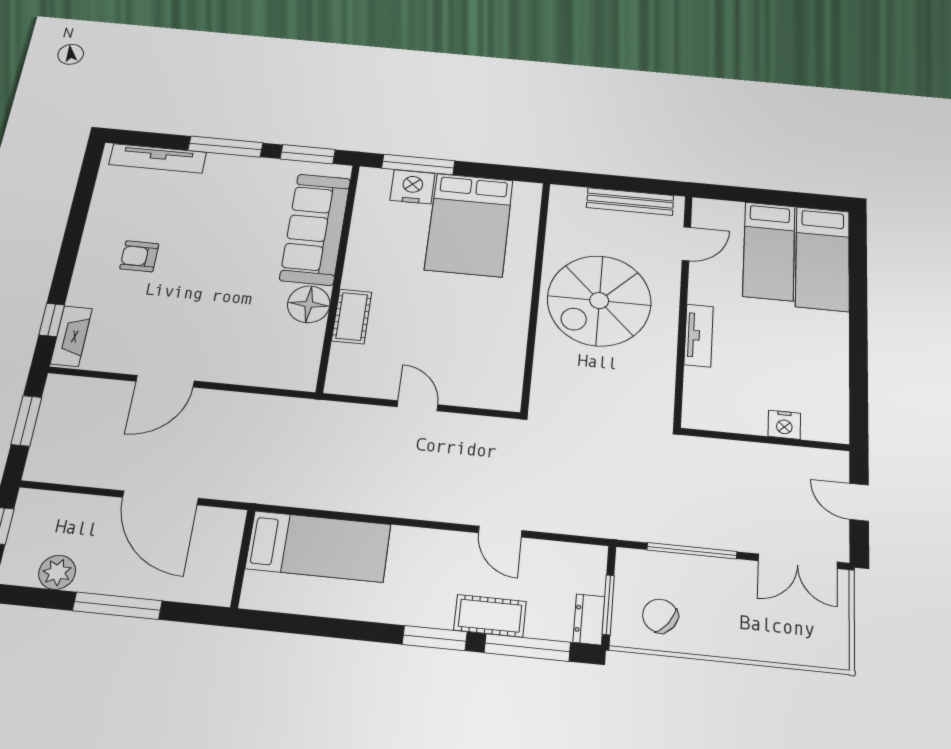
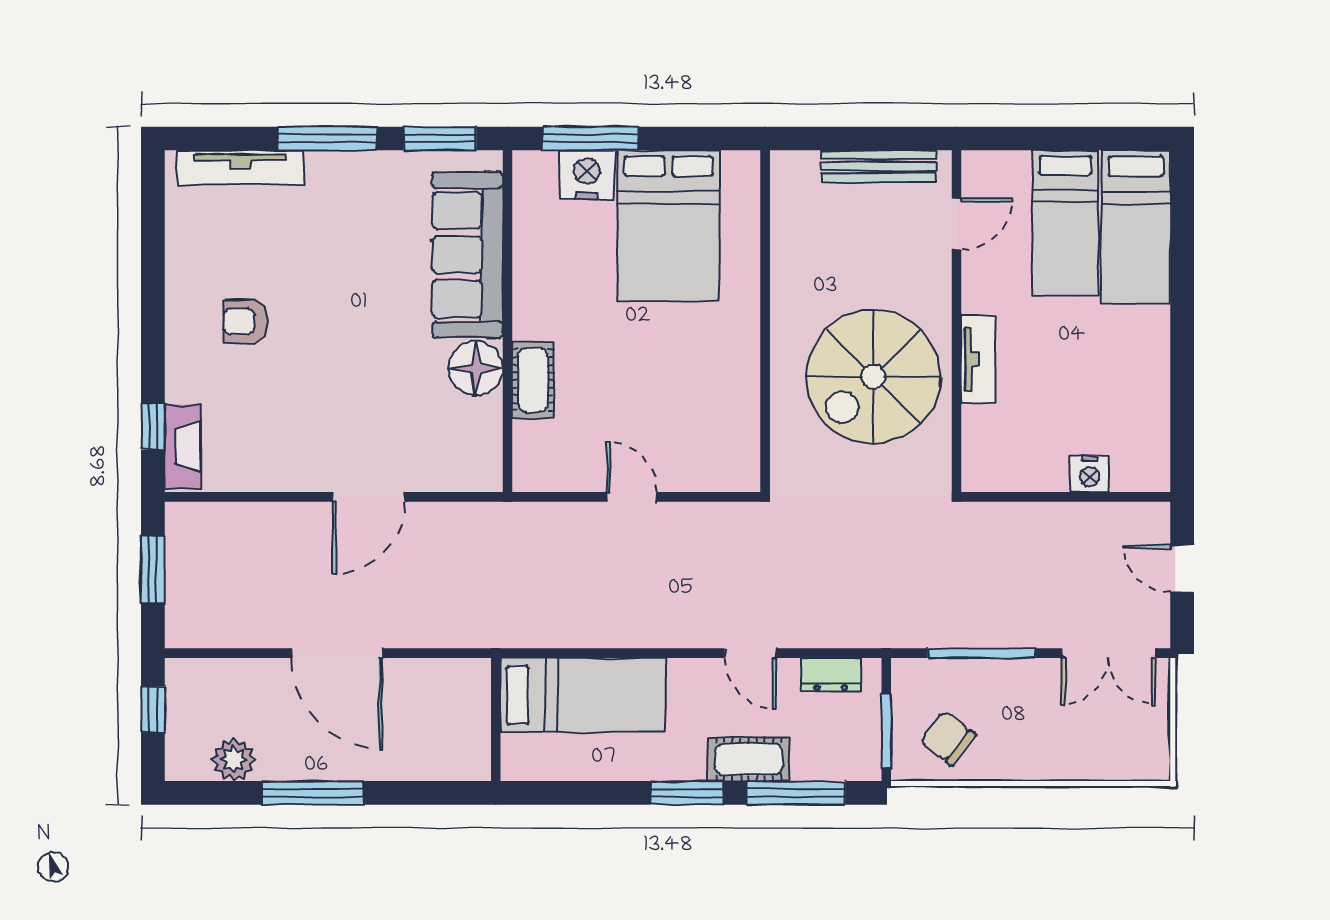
spiral stairs: (599, 301) -> (873, 377), moved
door: (165, 381) -> (369, 497), moved
bed: (318, 546) -> (583, 695), moved
wall: (243, 559) -> (496, 719), moved
dresser: (589, 619) -> (831, 675), moved, turned -90

